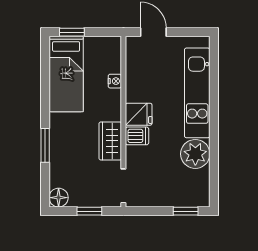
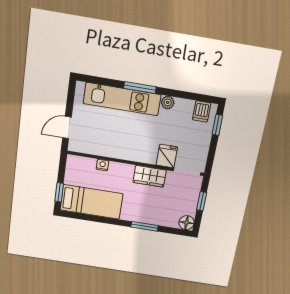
window: (214, 112) -> (140, 87), added
fridge: (139, 114) -> (167, 156), moved
dishwasher: (137, 136) -> (202, 111), moved, turned 180
plant: (195, 154) -> (168, 102), width x0.53, depth x0.53

